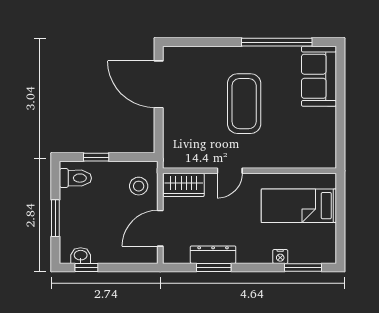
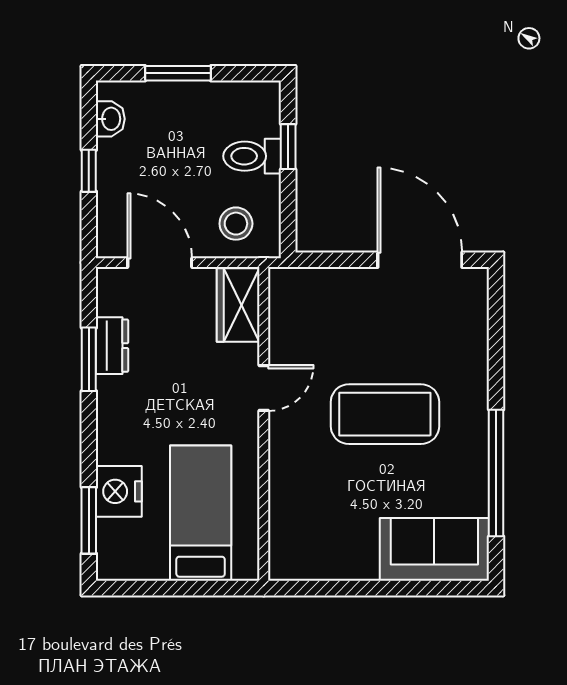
door: (159, 84) -> (420, 260), hinge flipped
door: (230, 171) -> (264, 388), swing flipped
toilet: (75, 178) -> (252, 156), moved, turned 90
dresser: (213, 255) -> (112, 346), width x0.70
nightstand: (280, 257) -> (119, 491), width x1.89, depth x1.79
window: (86, 268) -> (89, 171), moved

